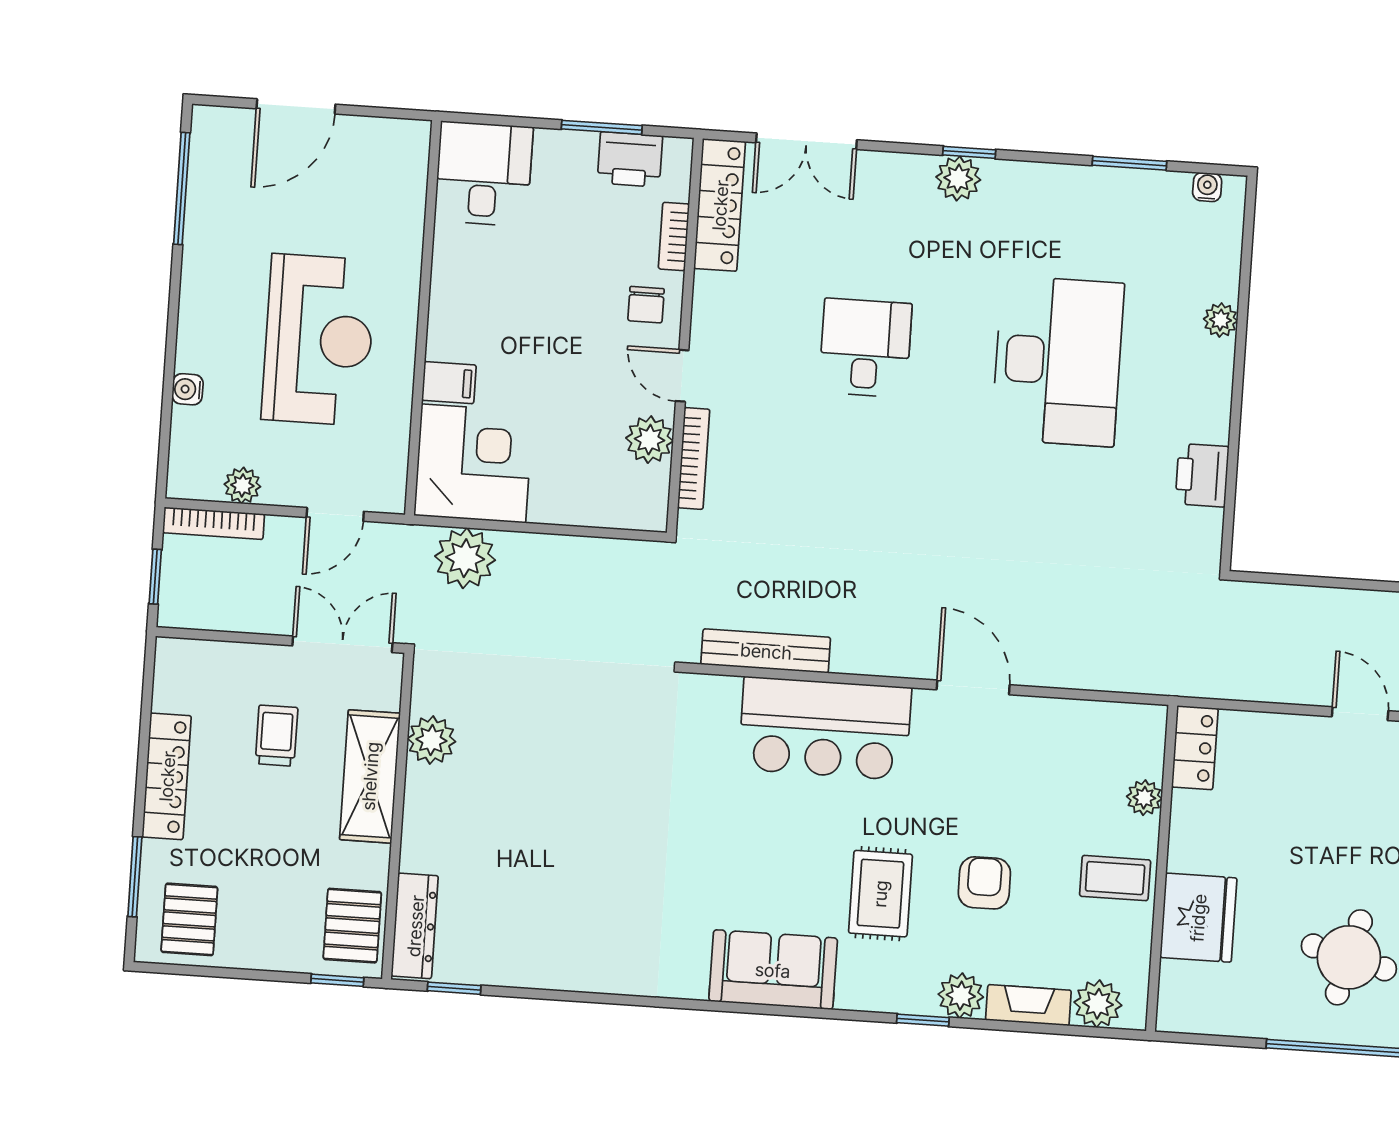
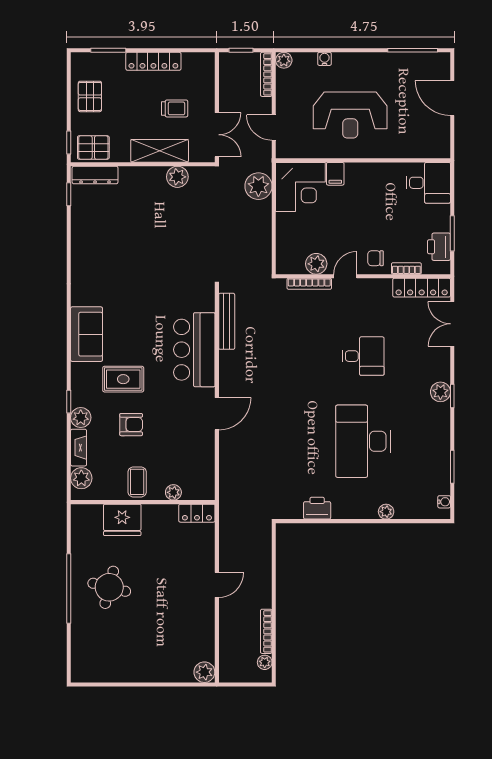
desk: (1058, 361) -> (363, 441), turned 90
plant: (242, 485) -> (284, 60), moved
pallet: (189, 919) -> (90, 96), moved, turned 90

